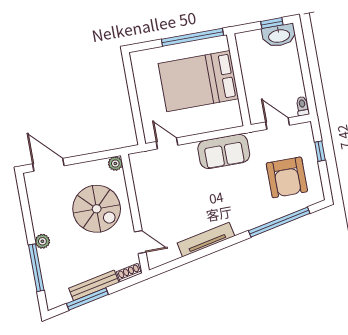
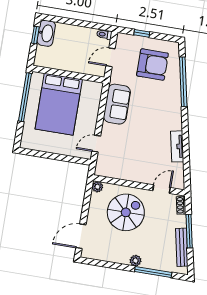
tv unit: (206, 240) -> (177, 146), width x0.71
bench: (94, 285) -> (182, 247), moved
window: (87, 299) -> (189, 231), moved

